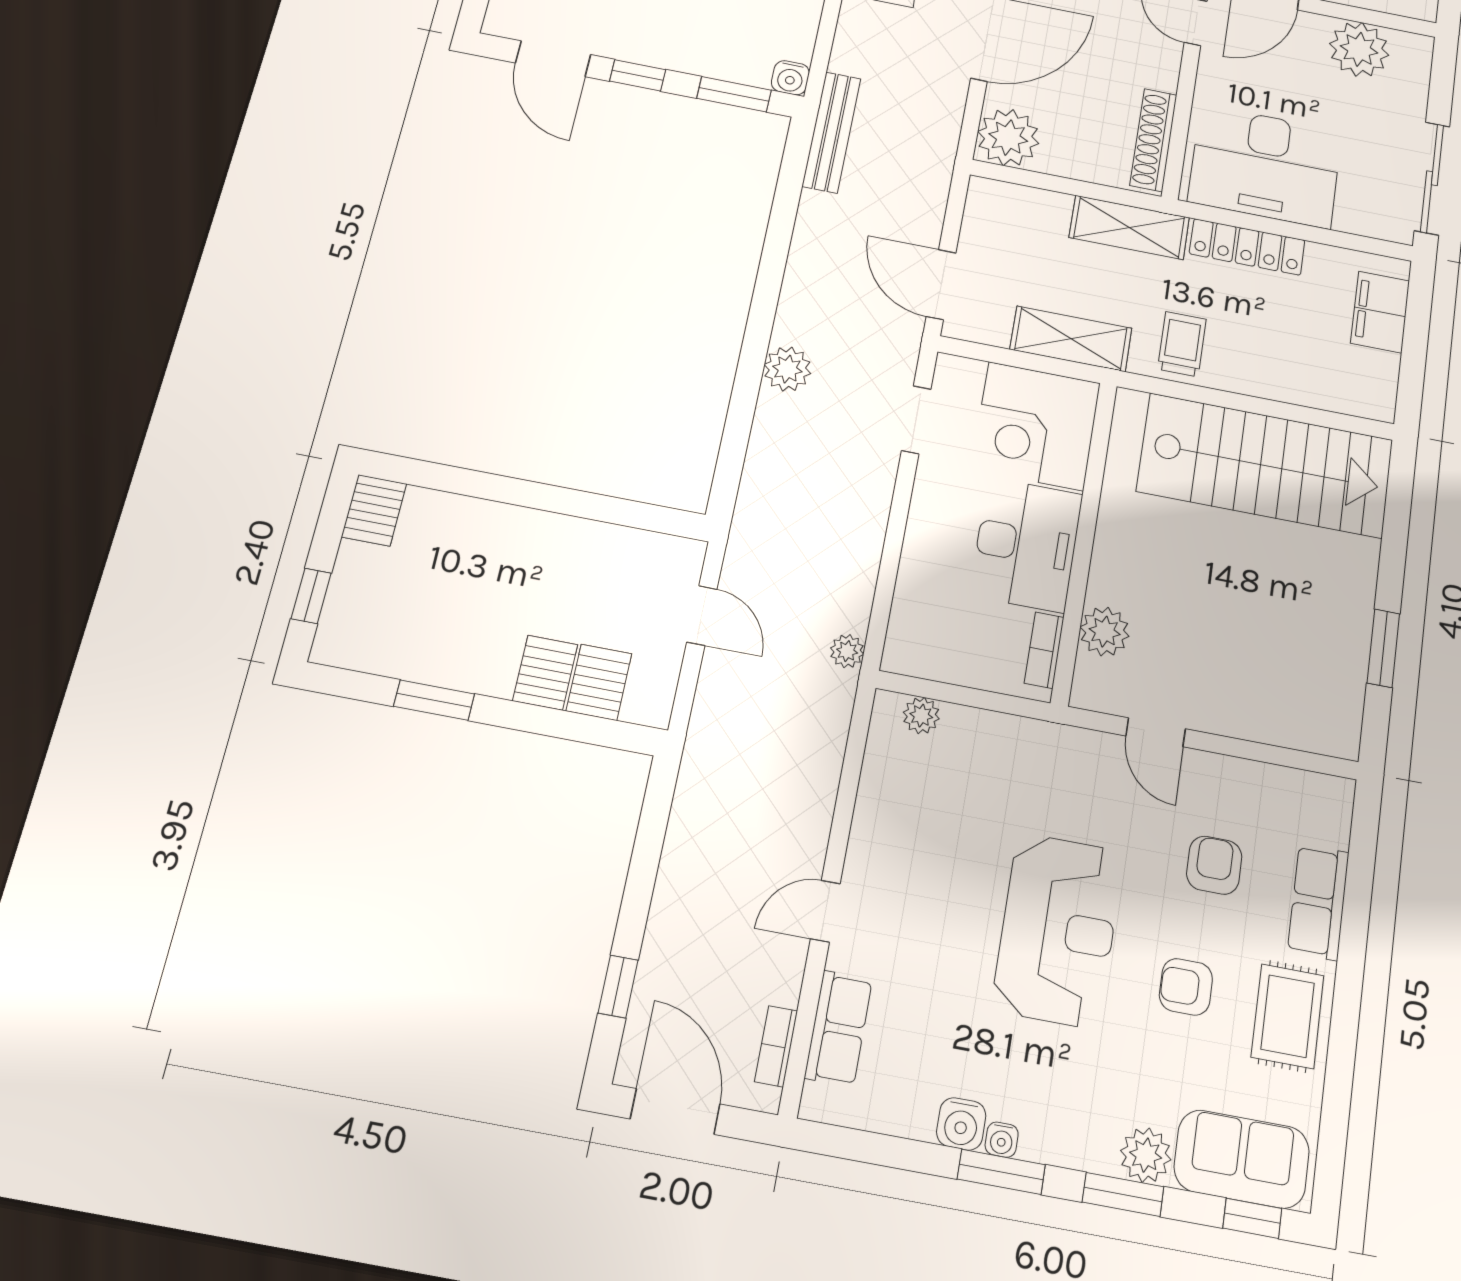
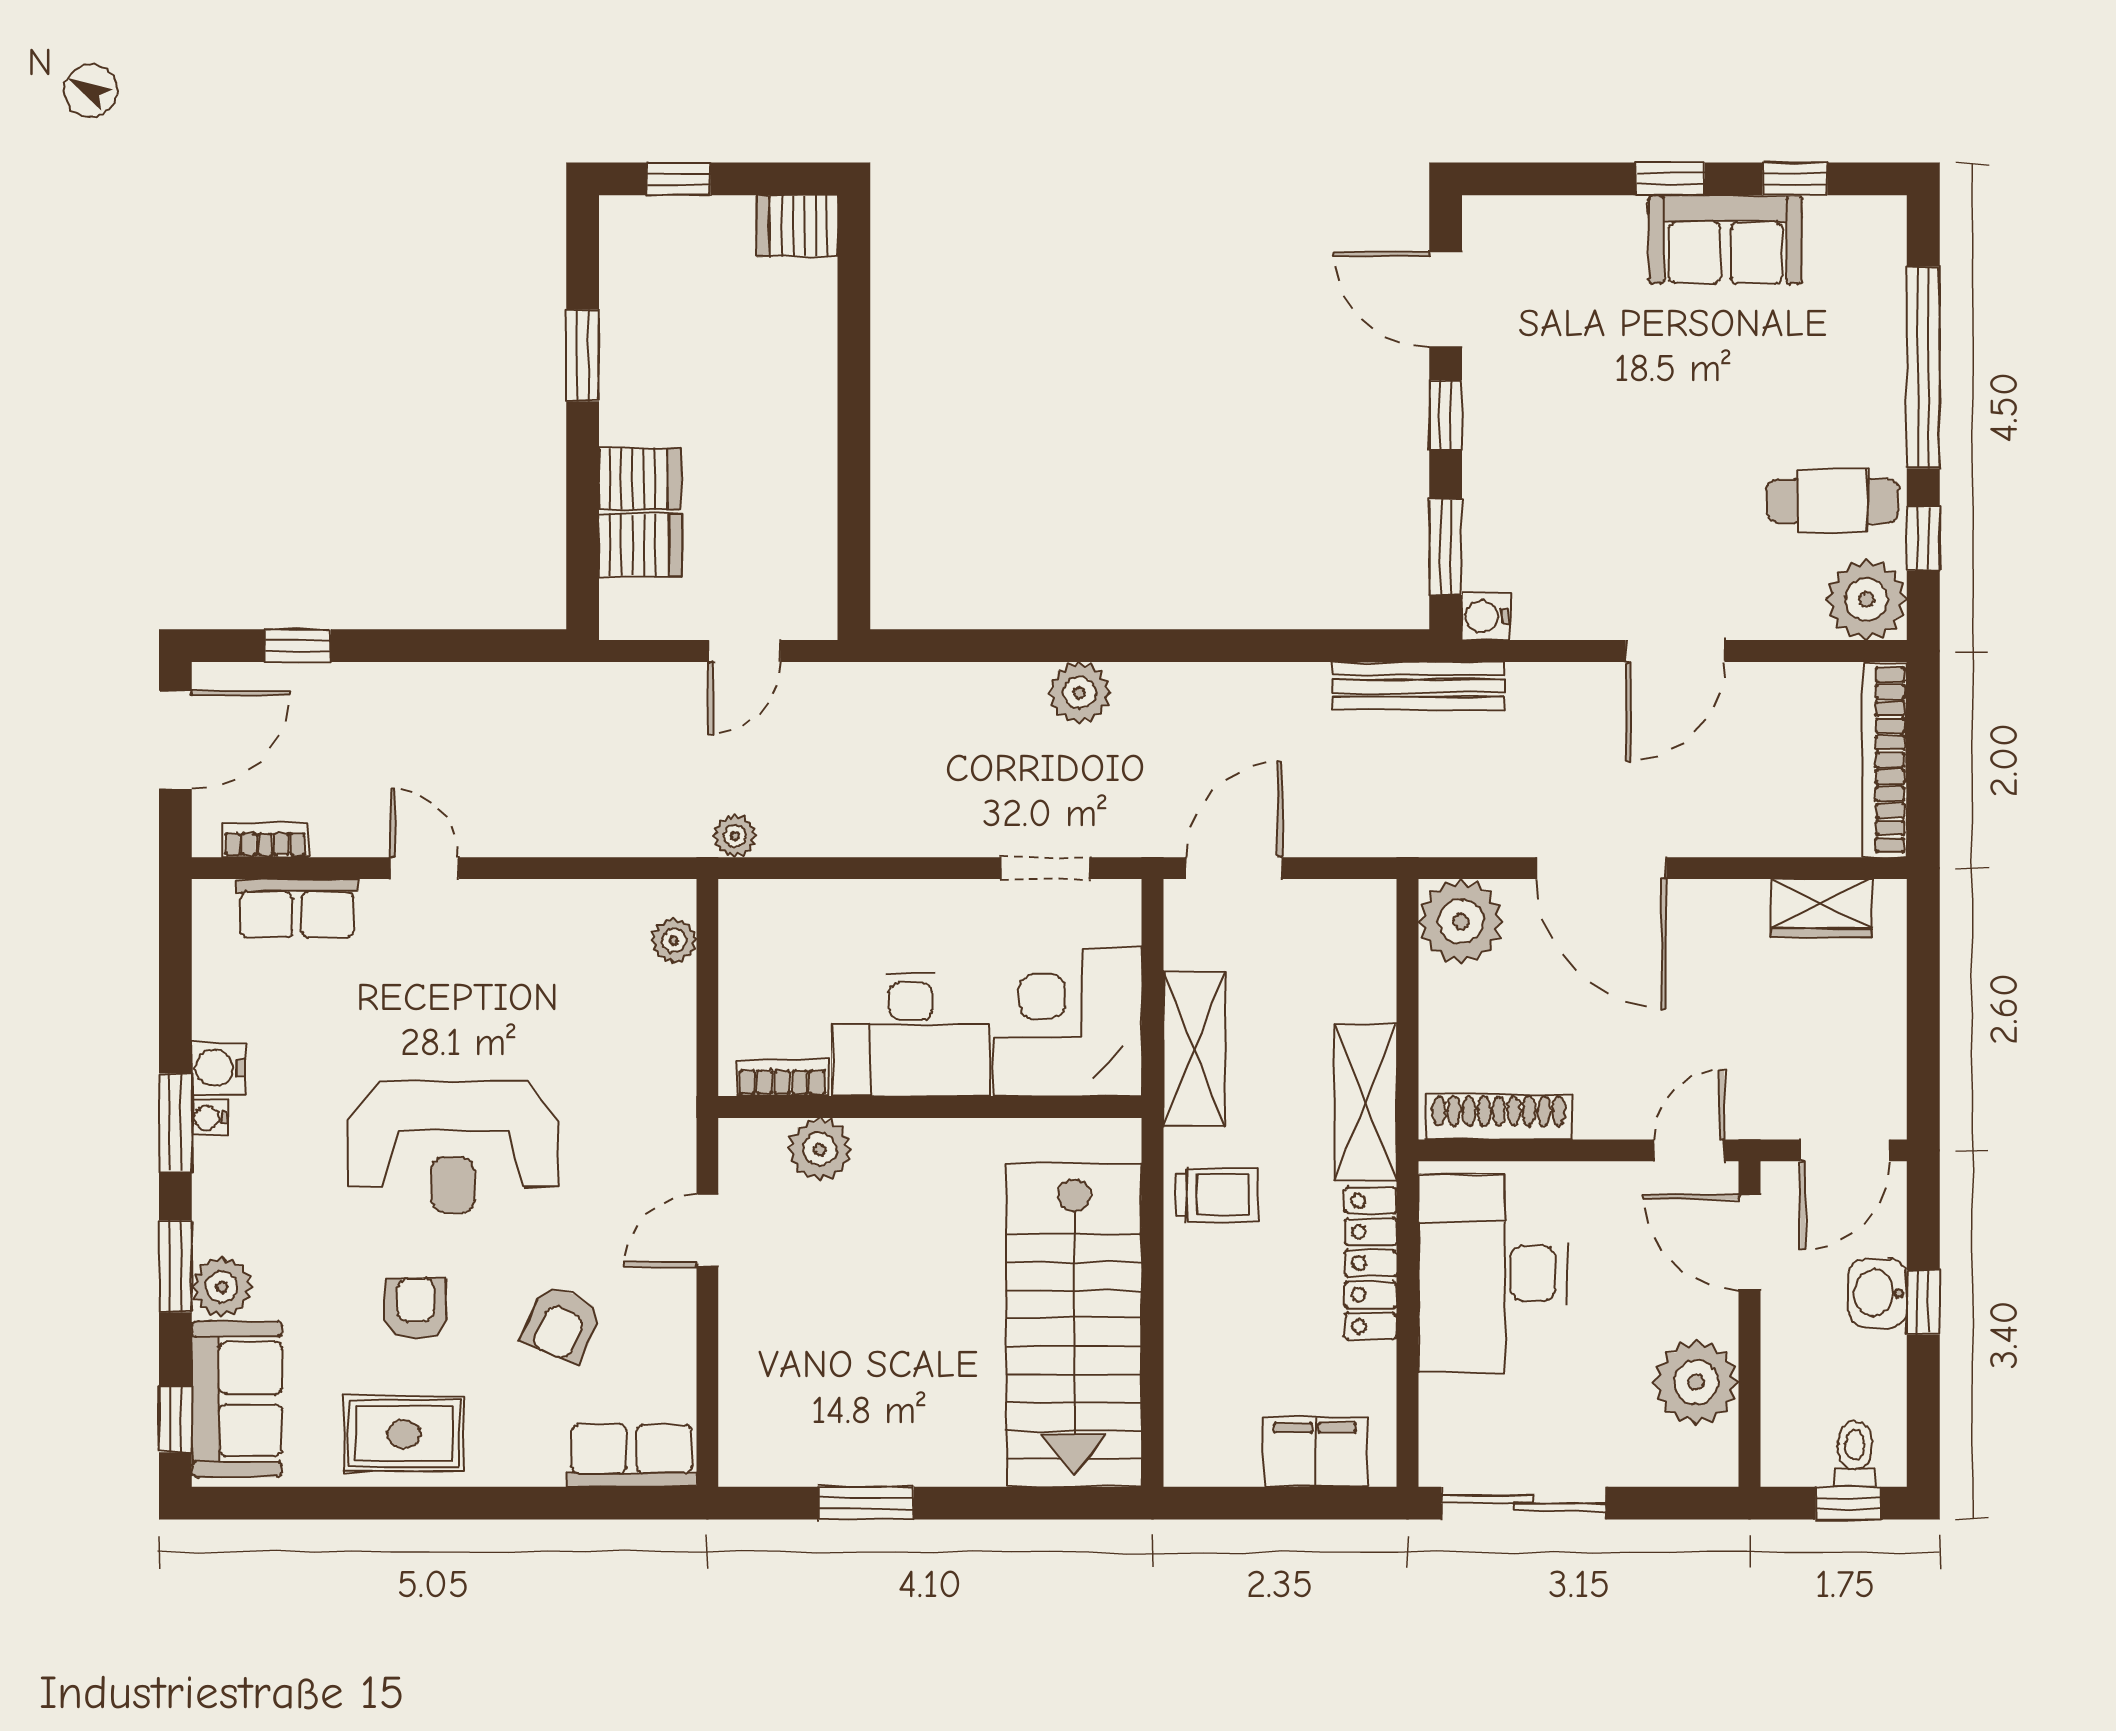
door: (553, 59) -> (1446, 299), hinge flipped
armchair: (1214, 865) -> (562, 1324), turned 113
row of seats: (1318, 902) -> (632, 1456), moved

